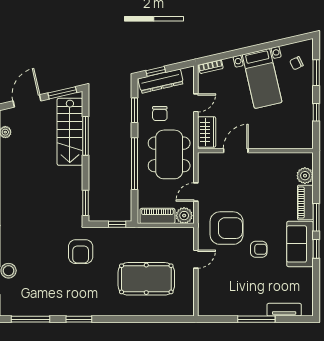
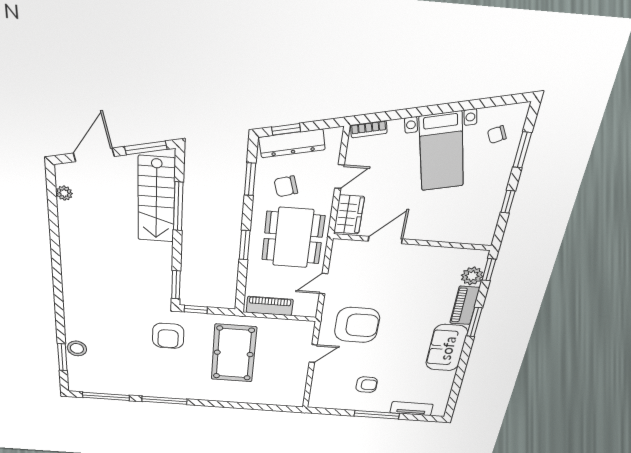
chair: (160, 114) -> (286, 186), turned 73
window: (135, 164) -> (245, 245), width x0.47
plant: (184, 216) -> (304, 308), removed
window: (117, 224) -> (196, 309), moved
armchair: (259, 249) -> (367, 385), moved
window: (316, 249) -> (489, 270), moved
pool table: (146, 279) -> (234, 353), moved, turned 90
window: (79, 319) -> (164, 400), width x1.44

